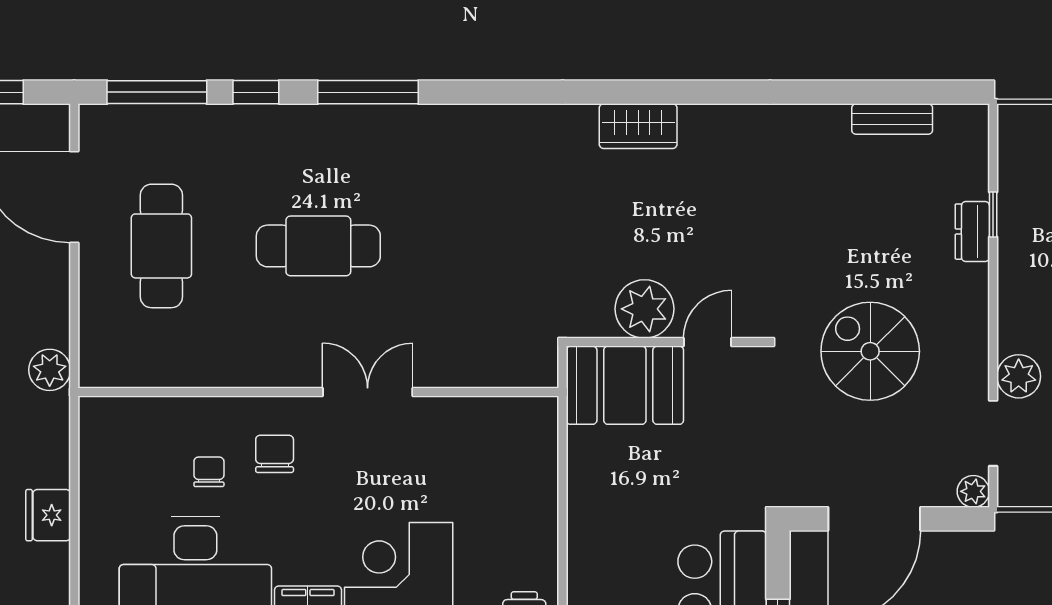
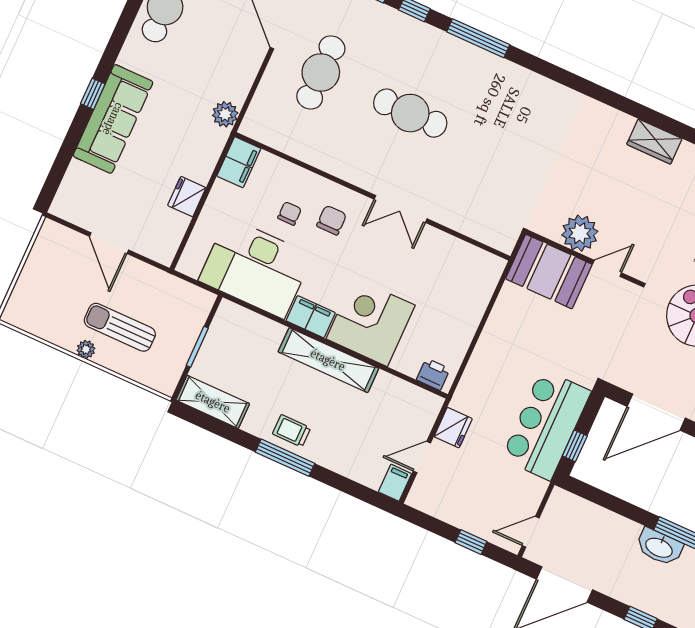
wardrobe: (638, 126) -> (654, 142), moved
double door: (368, 392) -> (401, 209), swing flipped
filing cabinet: (101, 431) -> (239, 162), added

